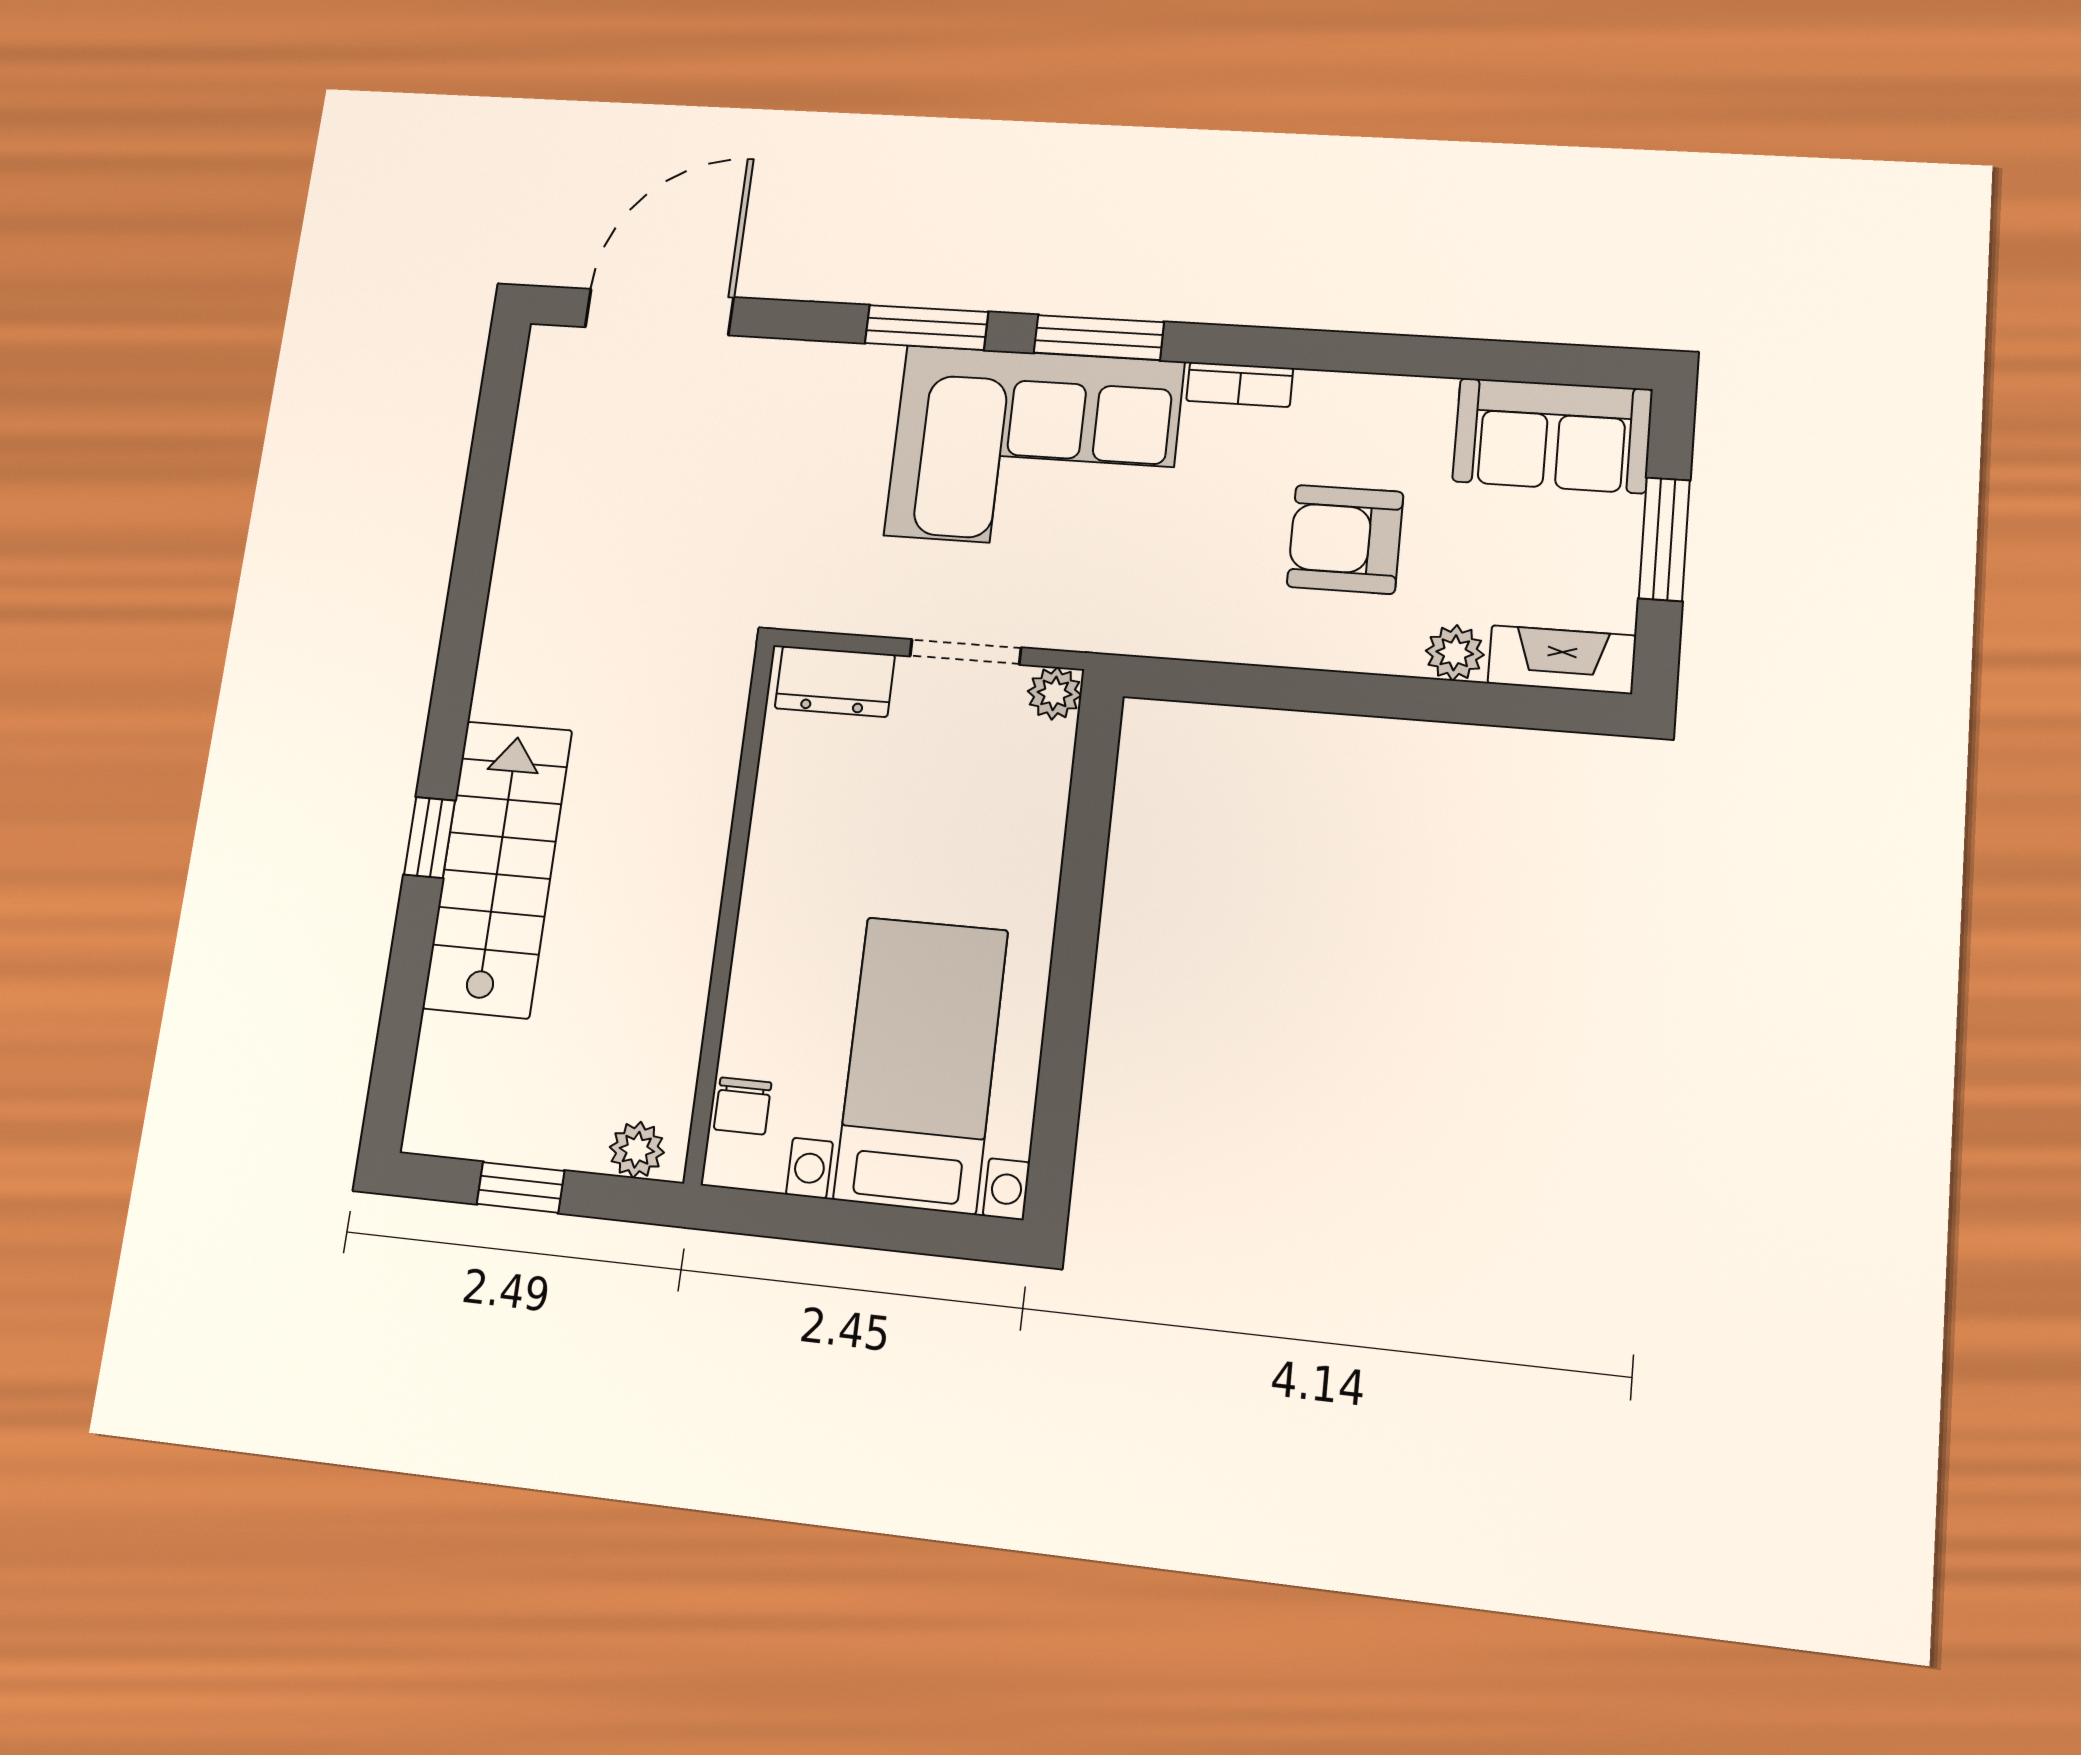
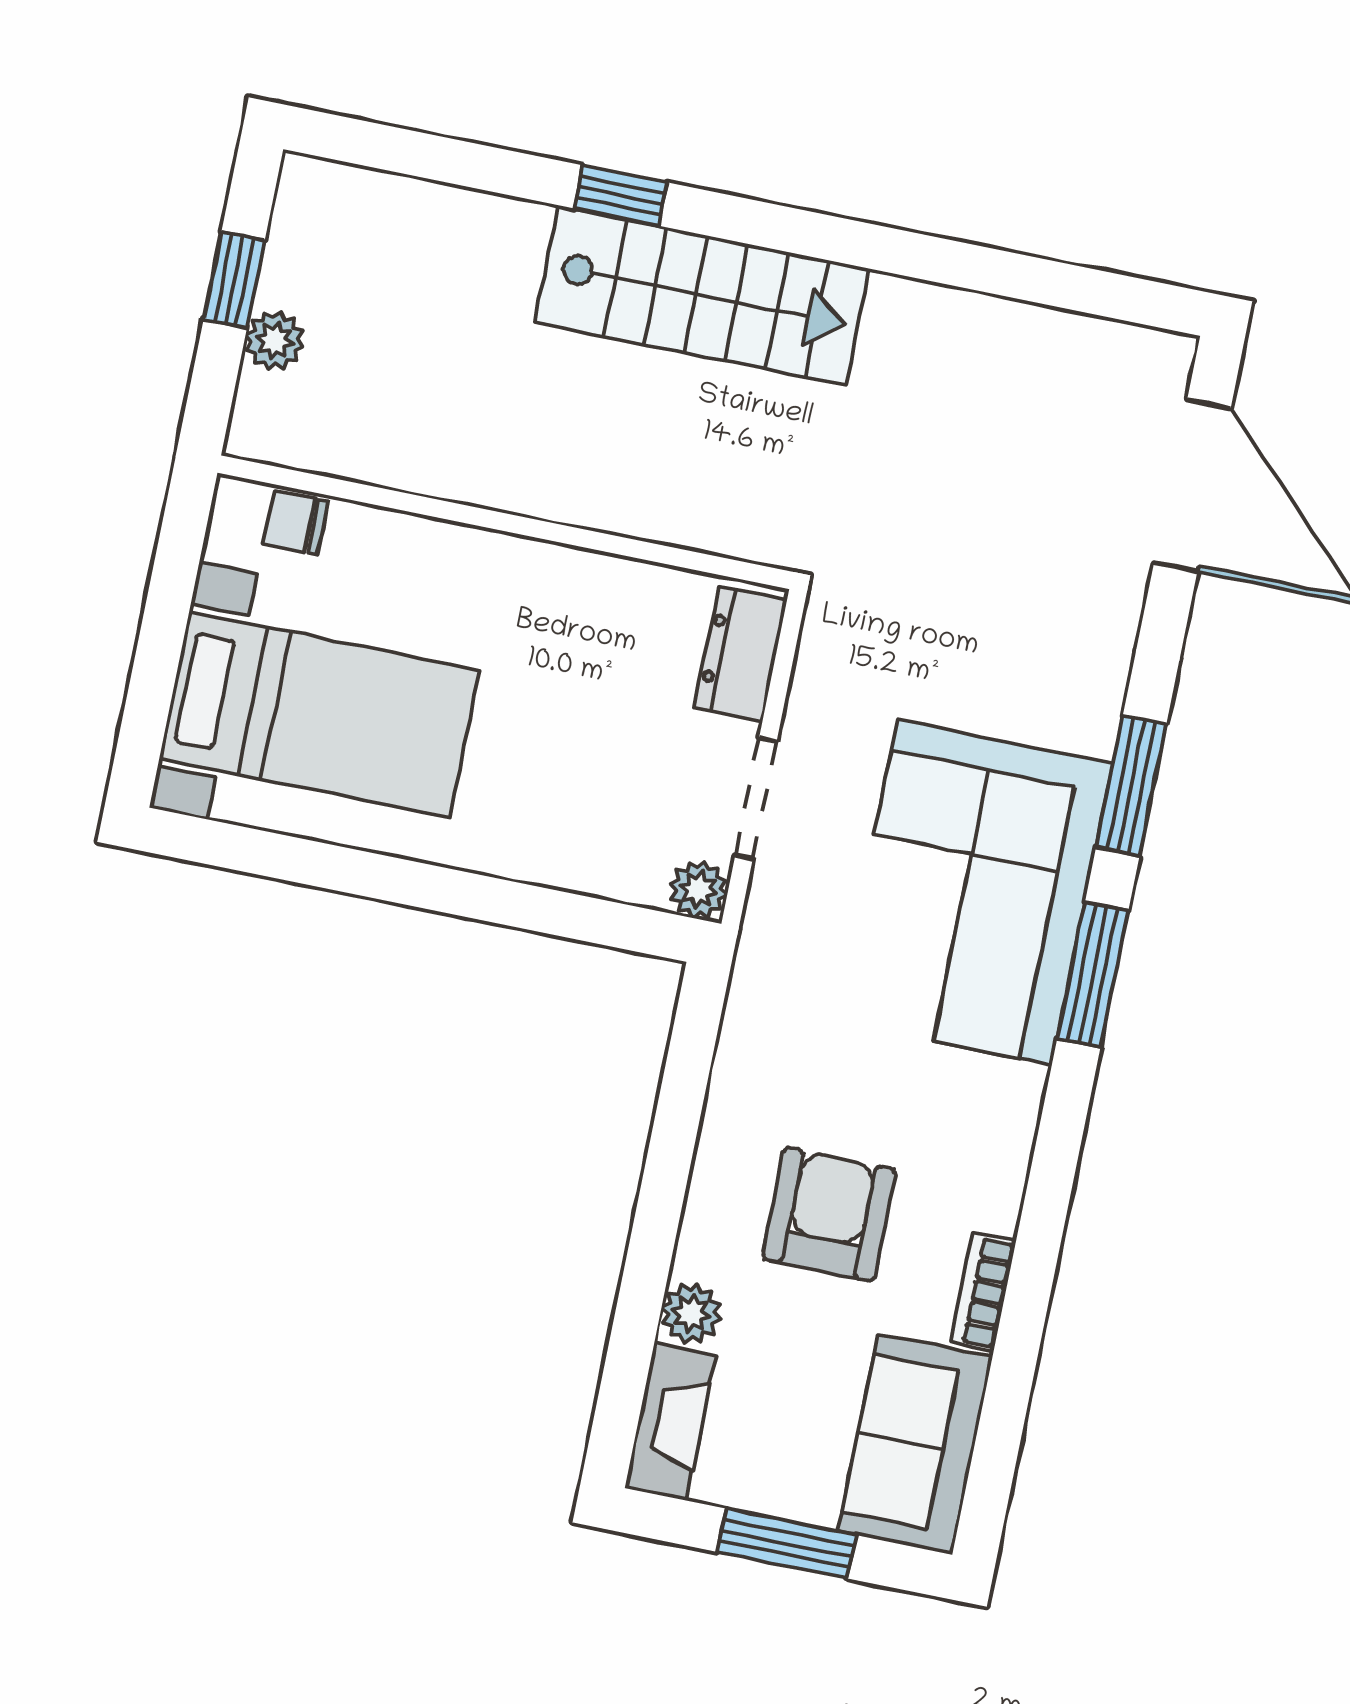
bookcase: (1240, 384) -> (983, 1292), moved
stairs: (498, 868) -> (702, 295), moved
plant: (637, 1150) -> (275, 341), moved

